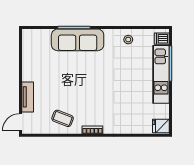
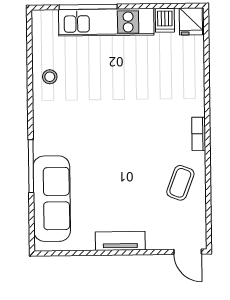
dishwasher: (162, 39) -> (165, 20), moved
sofa: (78, 40) -> (52, 199), moved
tv unit: (28, 97) -> (120, 241), moved

